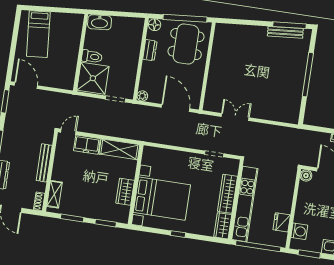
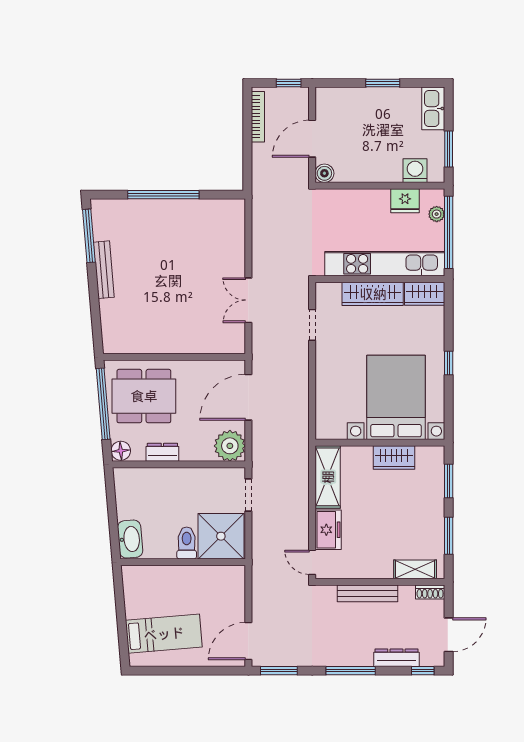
bench: (285, 32) -> (104, 270), moved
plant: (142, 96) -> (230, 446), width x1.88, depth x1.88
plant: (271, 240) -> (437, 214), added

